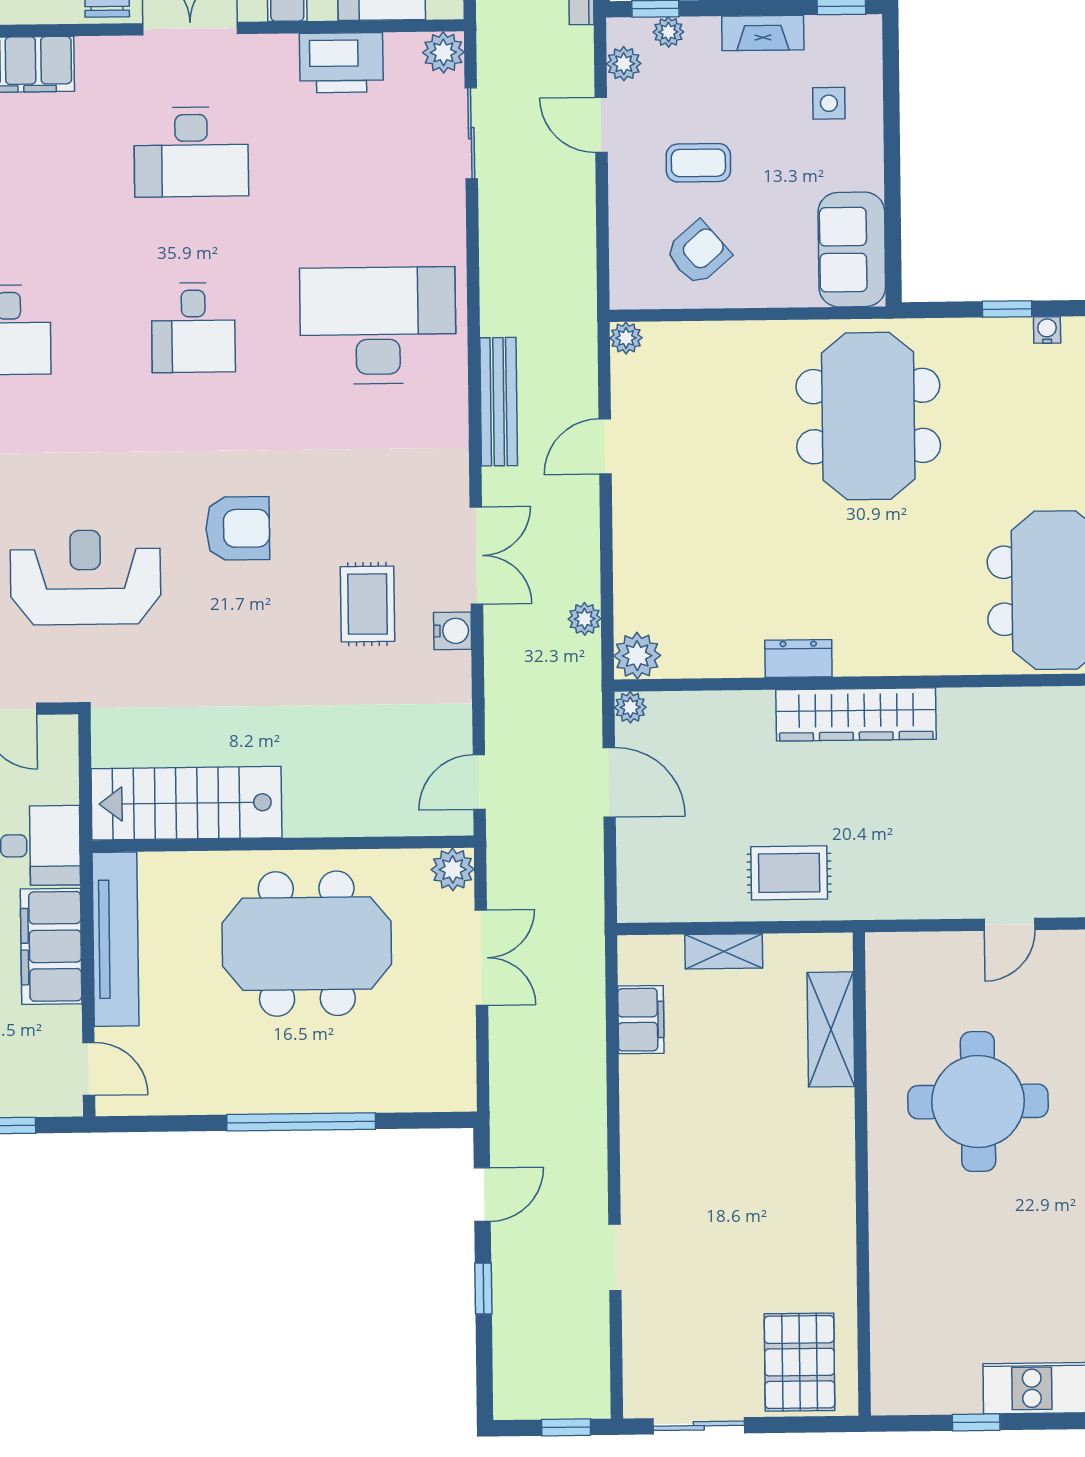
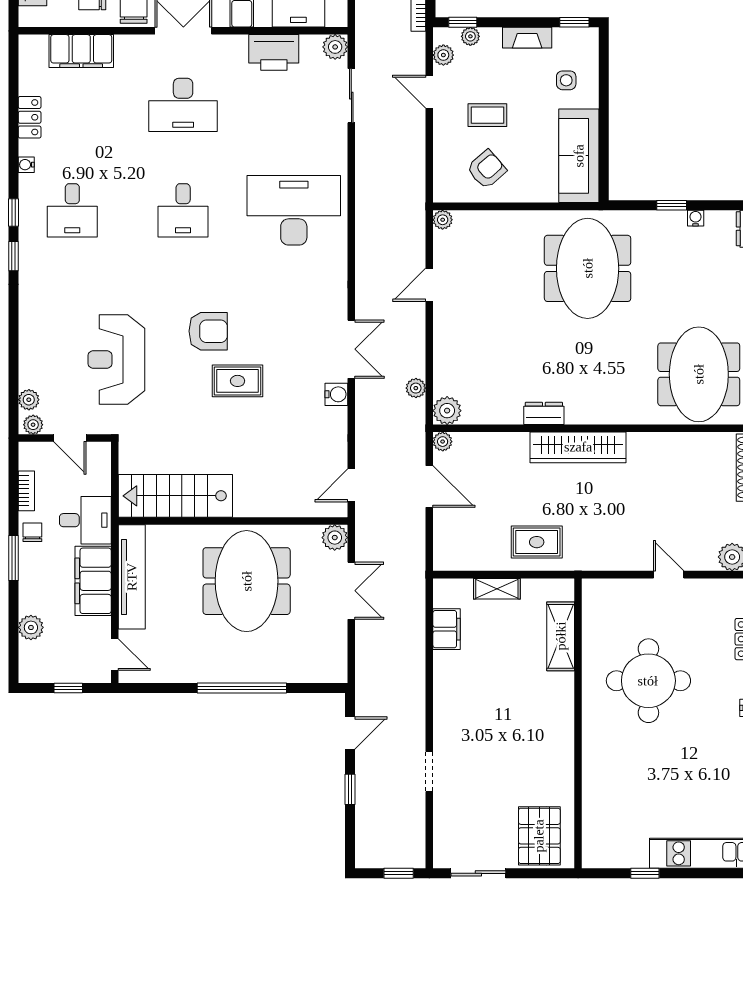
sofa: (852, 249) -> (579, 156), width x1.36
bench: (499, 402) -> (366, 257), removed
reception desk: (85, 577) -> (116, 359), turned -90
rug: (367, 604) -> (238, 381), moved, turned 90
door: (1009, 924) -> (669, 575), swing flipped
meeting table: (307, 944) -> (247, 581), turned 90

